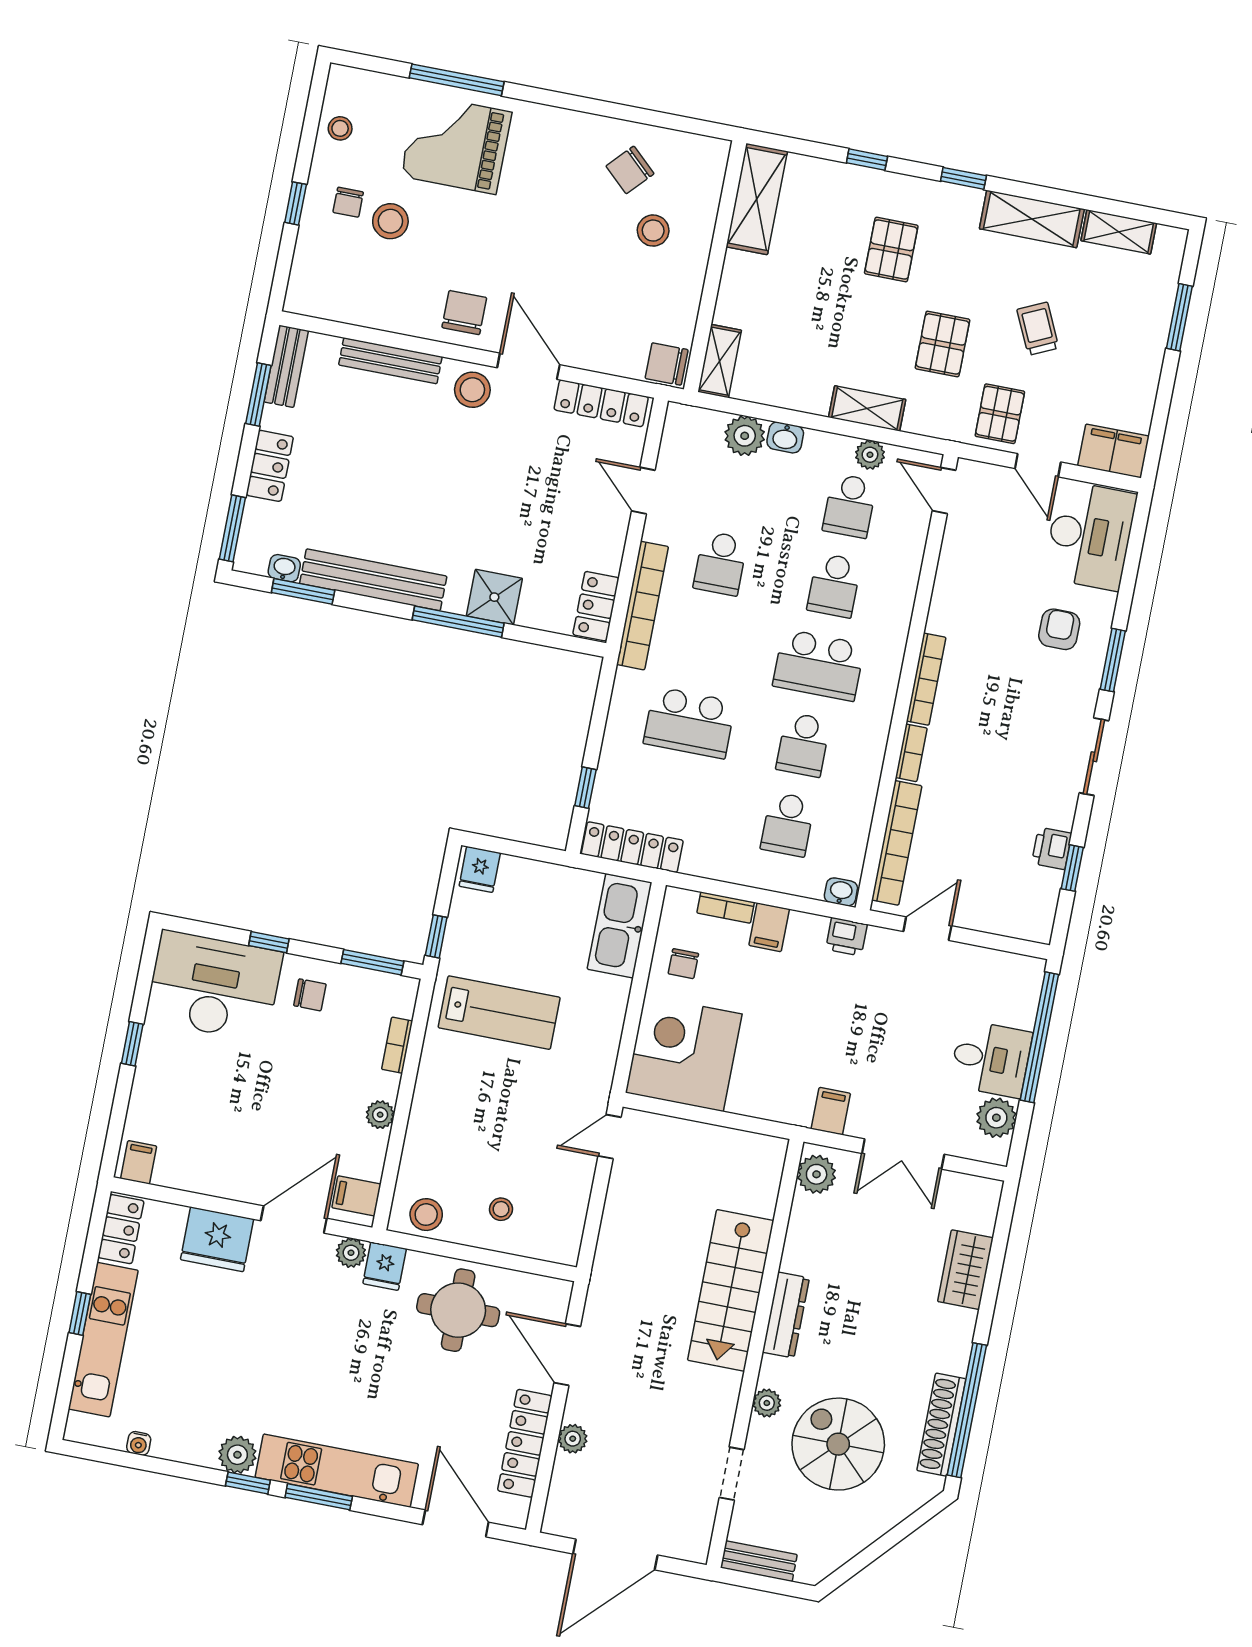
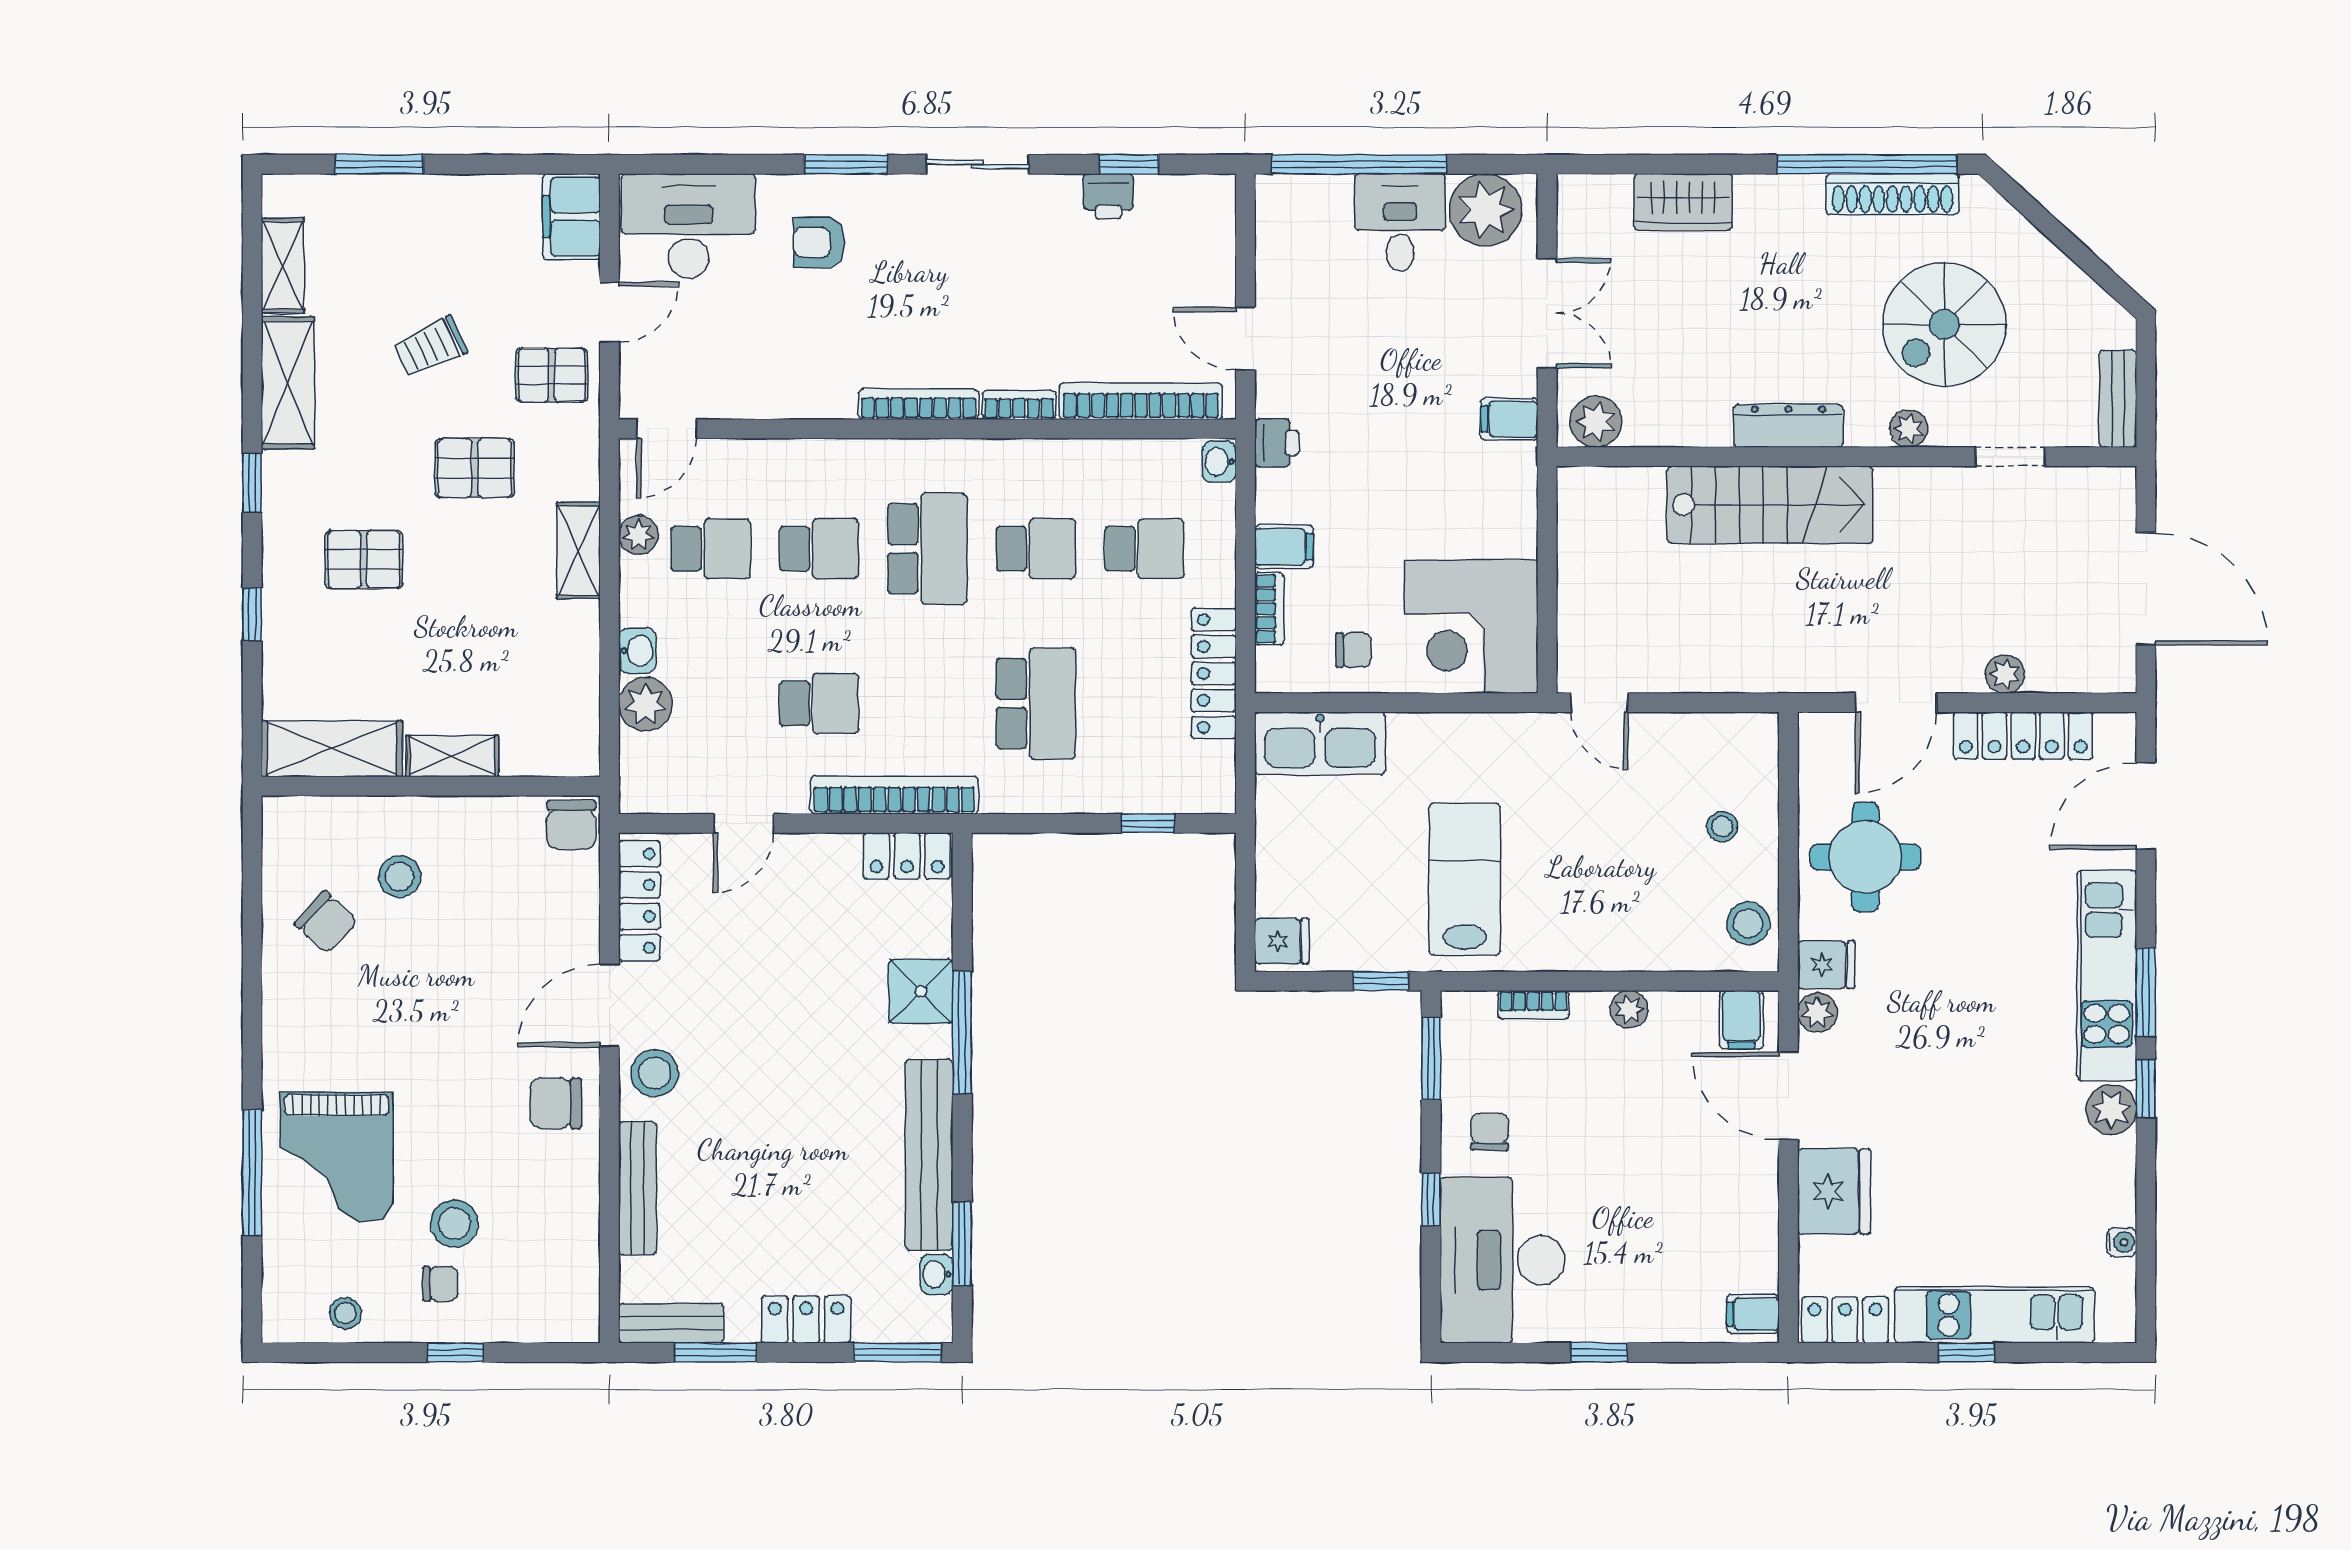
shelving: (720, 361) -> (452, 756), moved
locker: (632, 847) -> (1214, 673), moved
plant: (996, 1118) -> (1485, 210), width x1.36, depth x1.36

